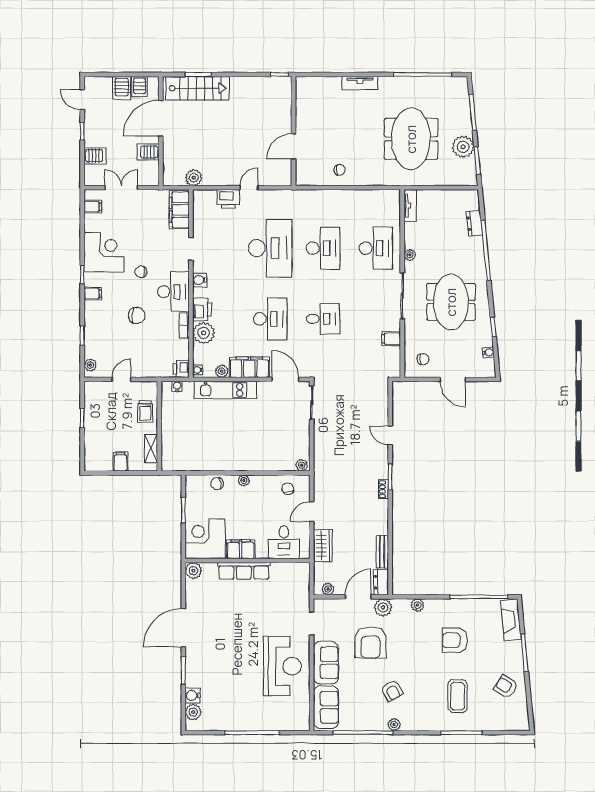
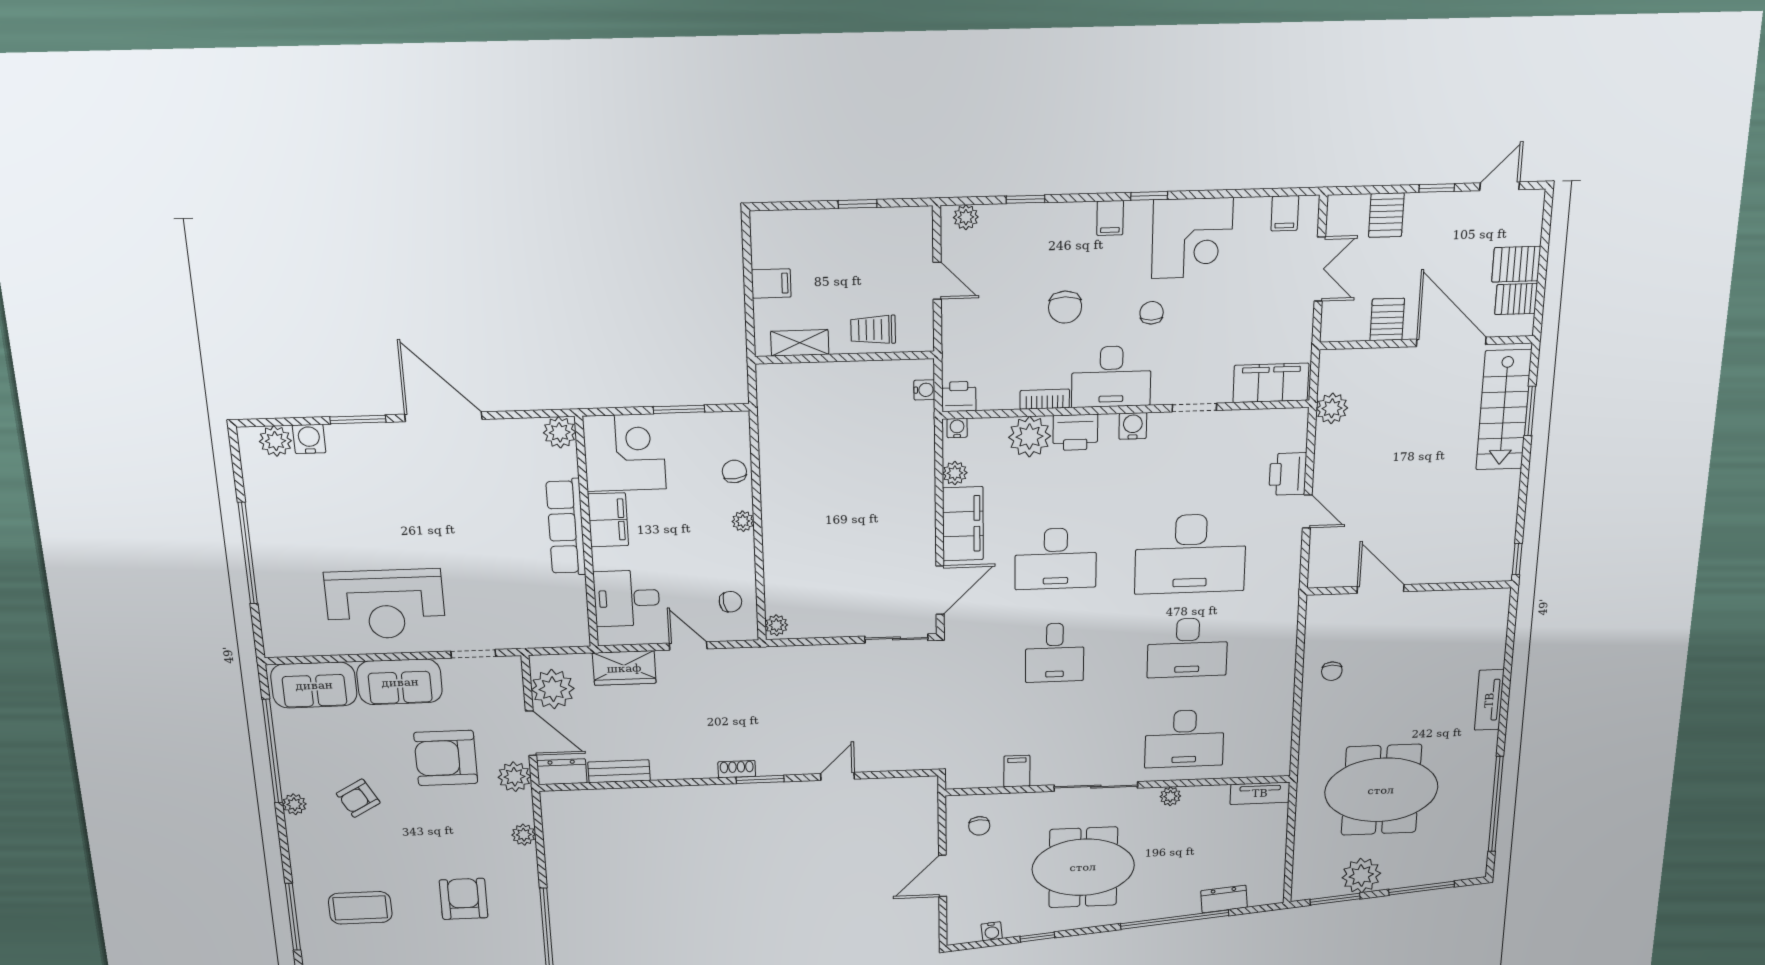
kitchen unit: (225, 390) -> (918, 481), removed
plant: (328, 589) -> (553, 689), width x1.88, depth x1.88

